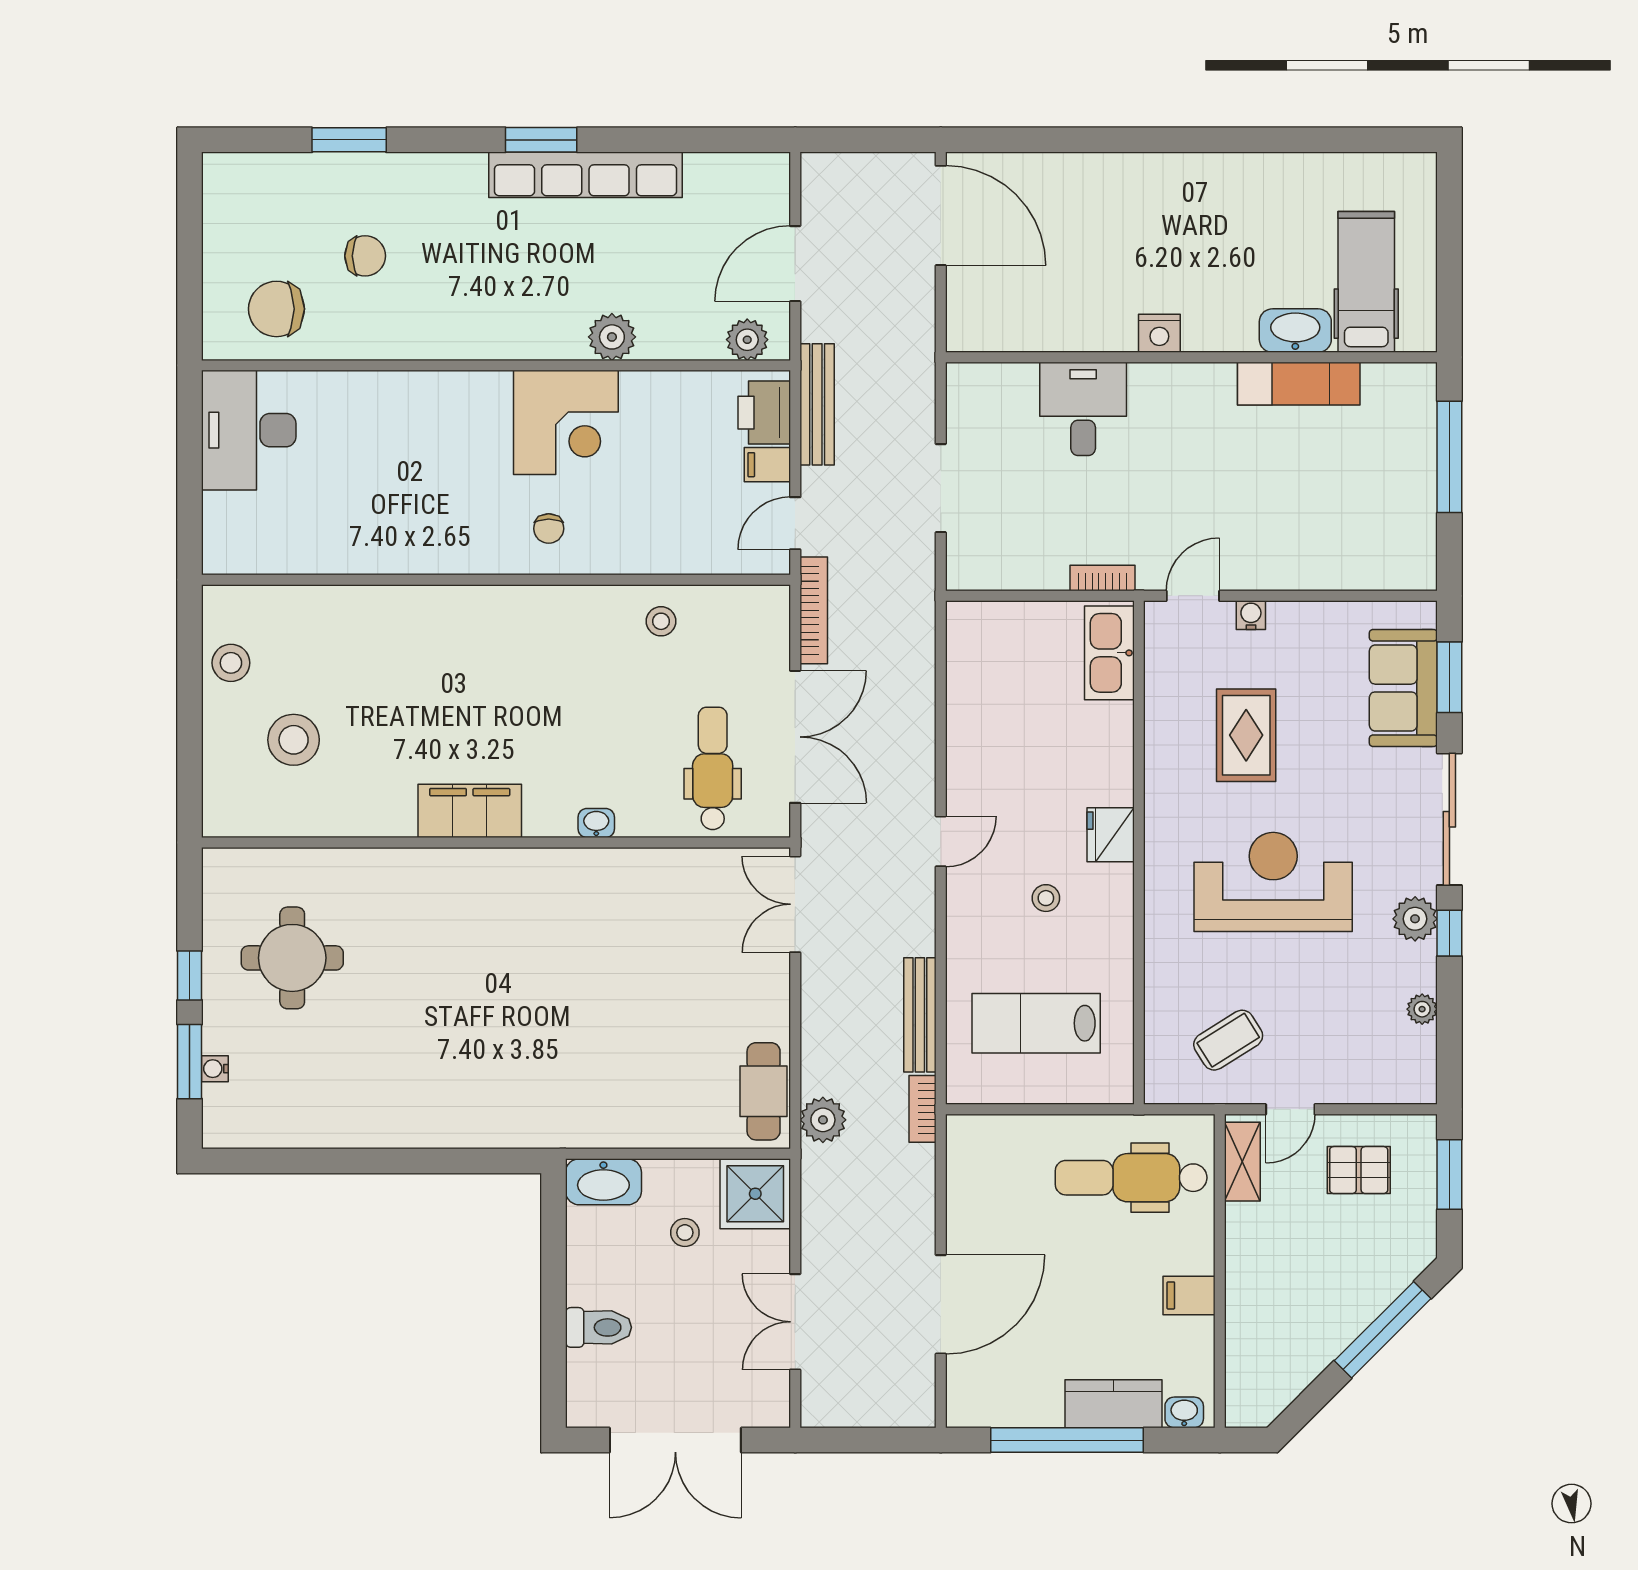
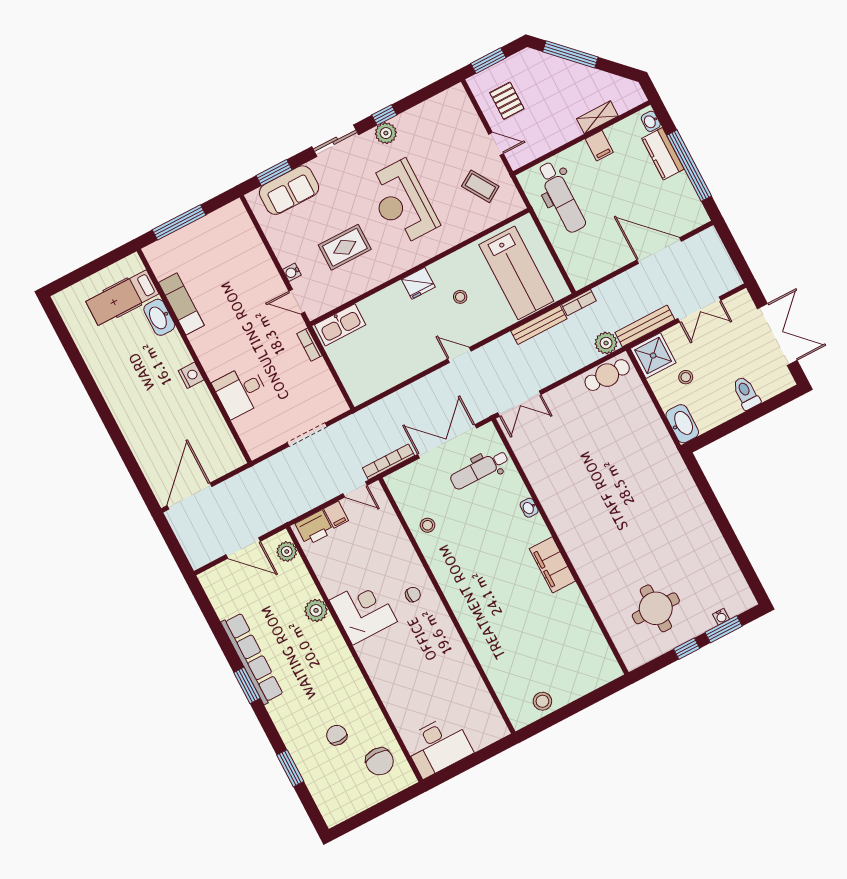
bench: (817, 404) -> (645, 326), moved
stool: (294, 740) -> (561, 657), removed
sliding door: (1449, 819) -> (335, 141), width x0.73
plant: (1422, 1009) -> (423, 110), removed
lab bench: (1036, 1023) -> (516, 273), width x1.36, depth x1.39
shelving: (1242, 1162) -> (597, 117), moved

